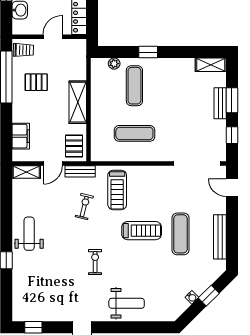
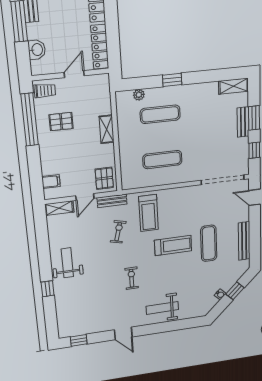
exercise mat: (134, 86) -> (160, 114), turned 90
shelving: (78, 102) -> (107, 129), width x0.67, depth x0.75
filing cabinet: (21, 136) -> (51, 182), width x0.50
weight bench: (127, 303) -> (162, 308), turned 180

